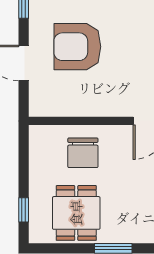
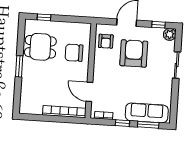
armchair: (59, 98) -> (106, 41), added

